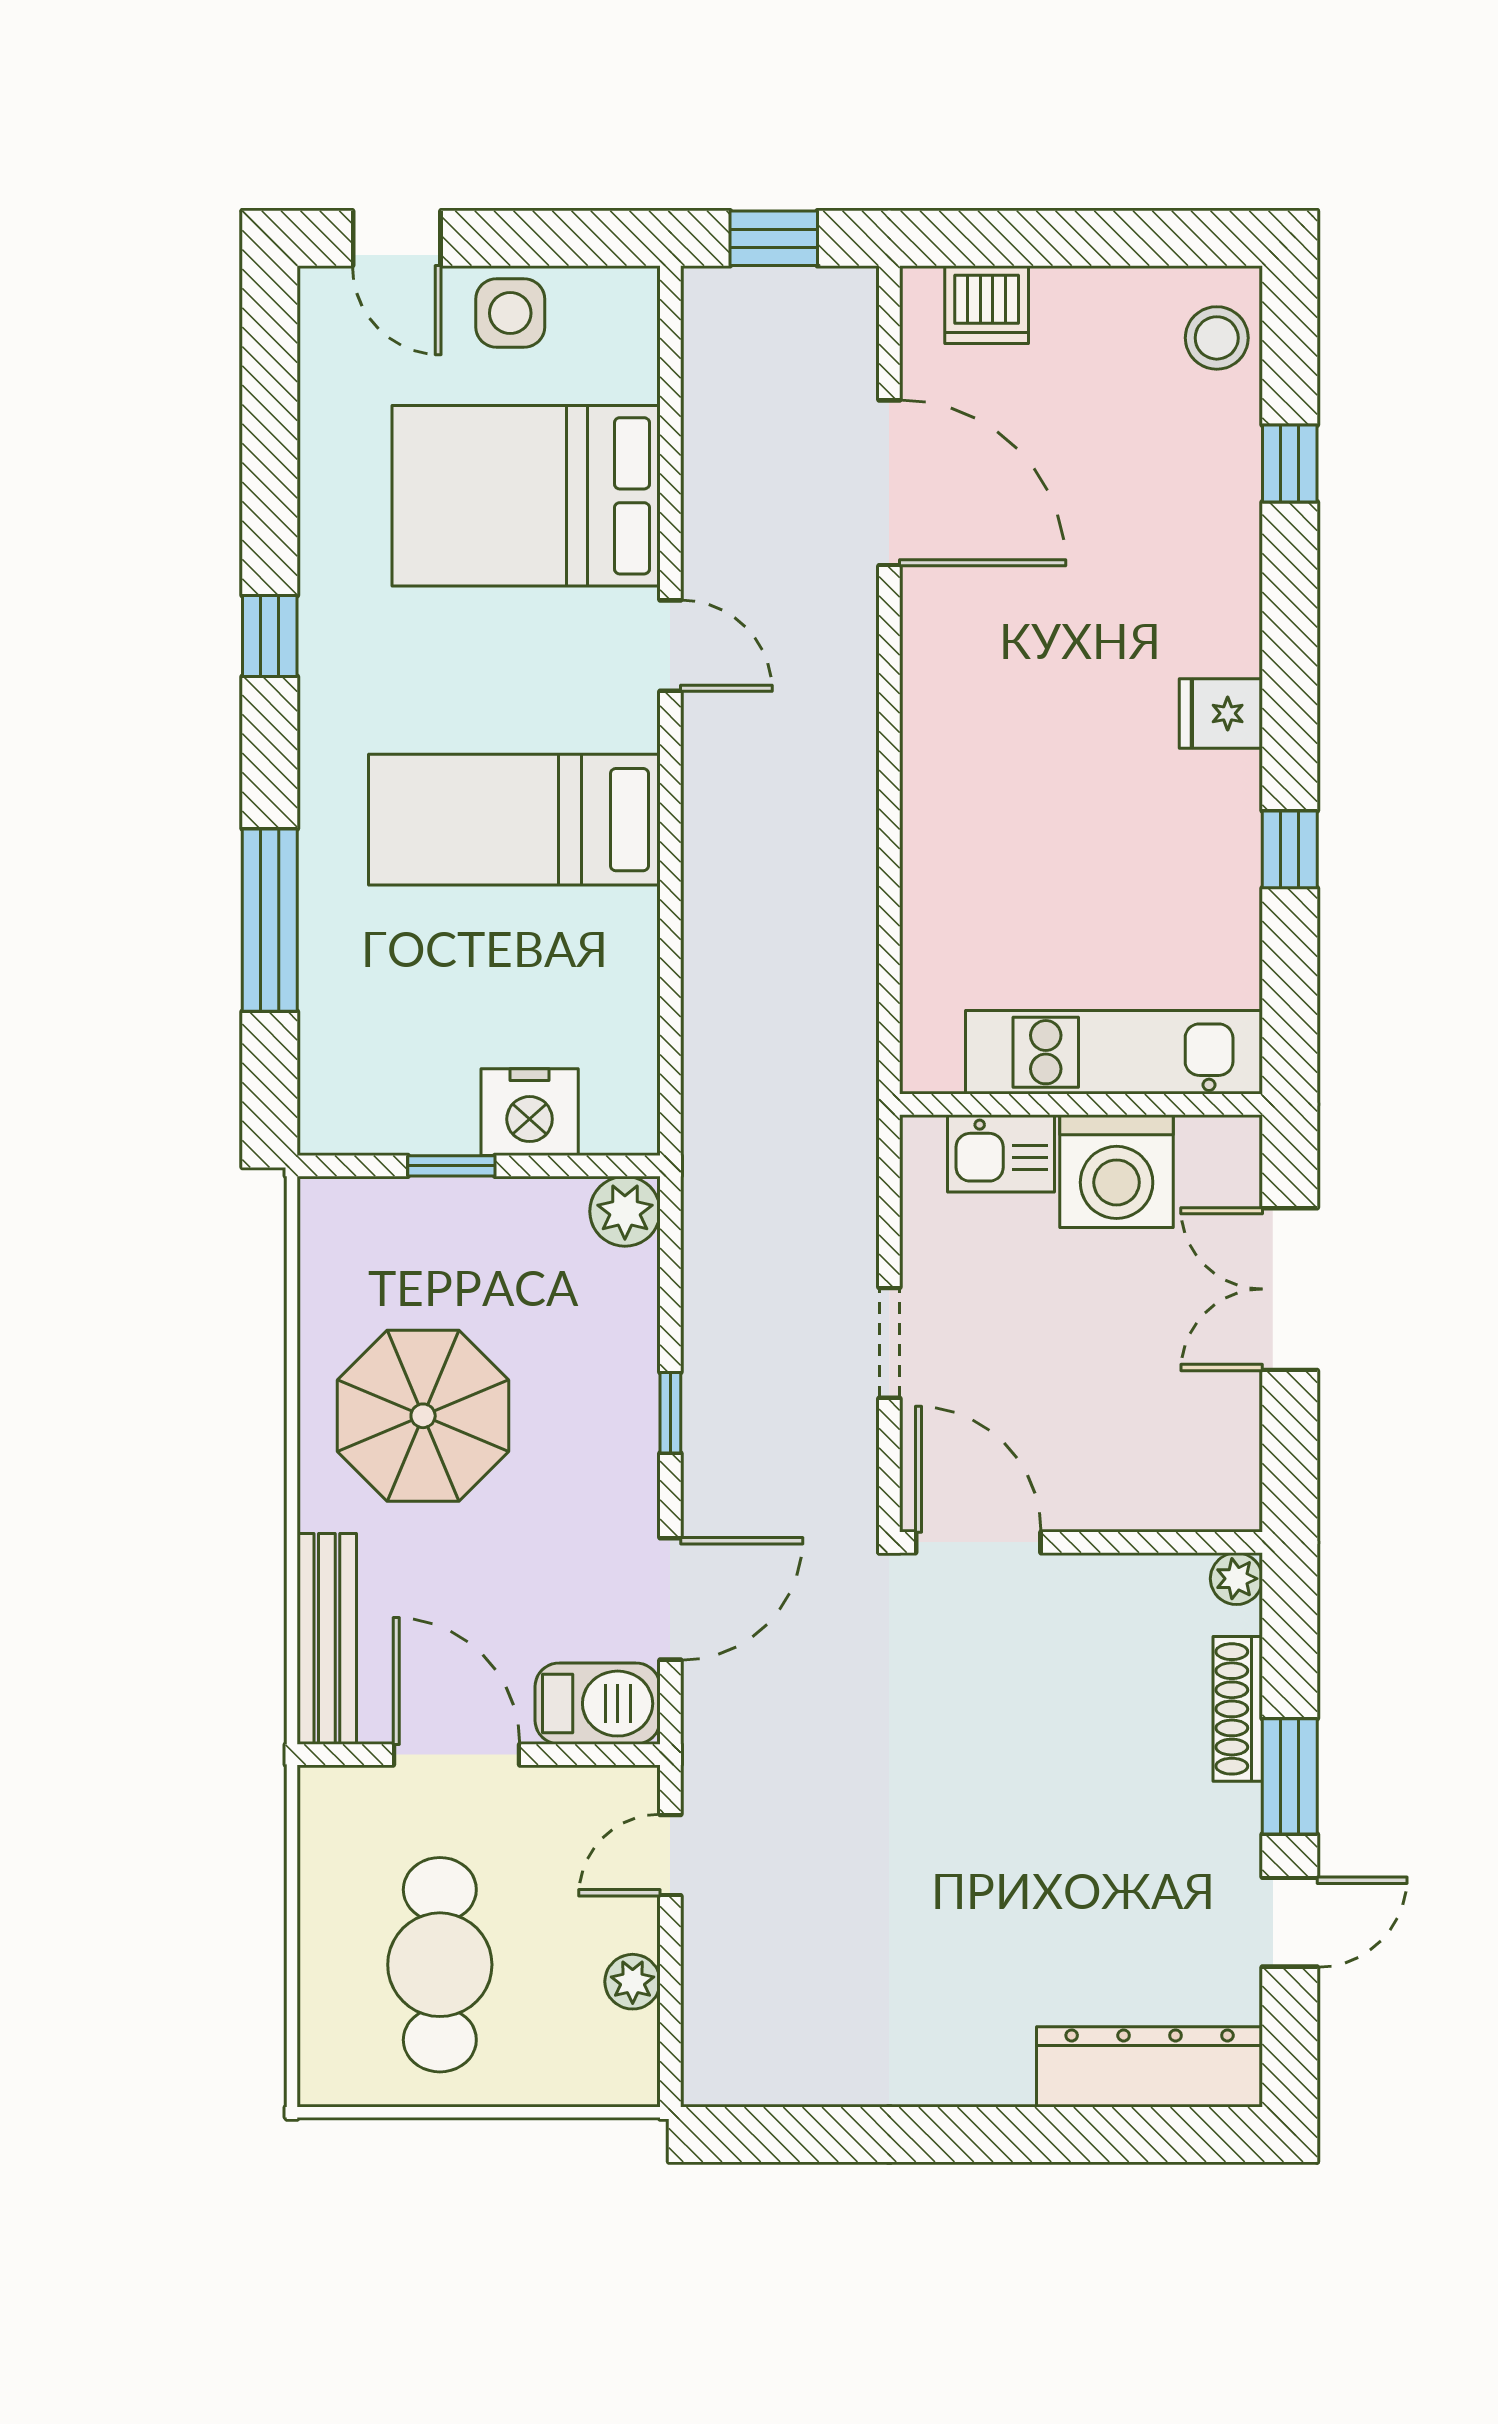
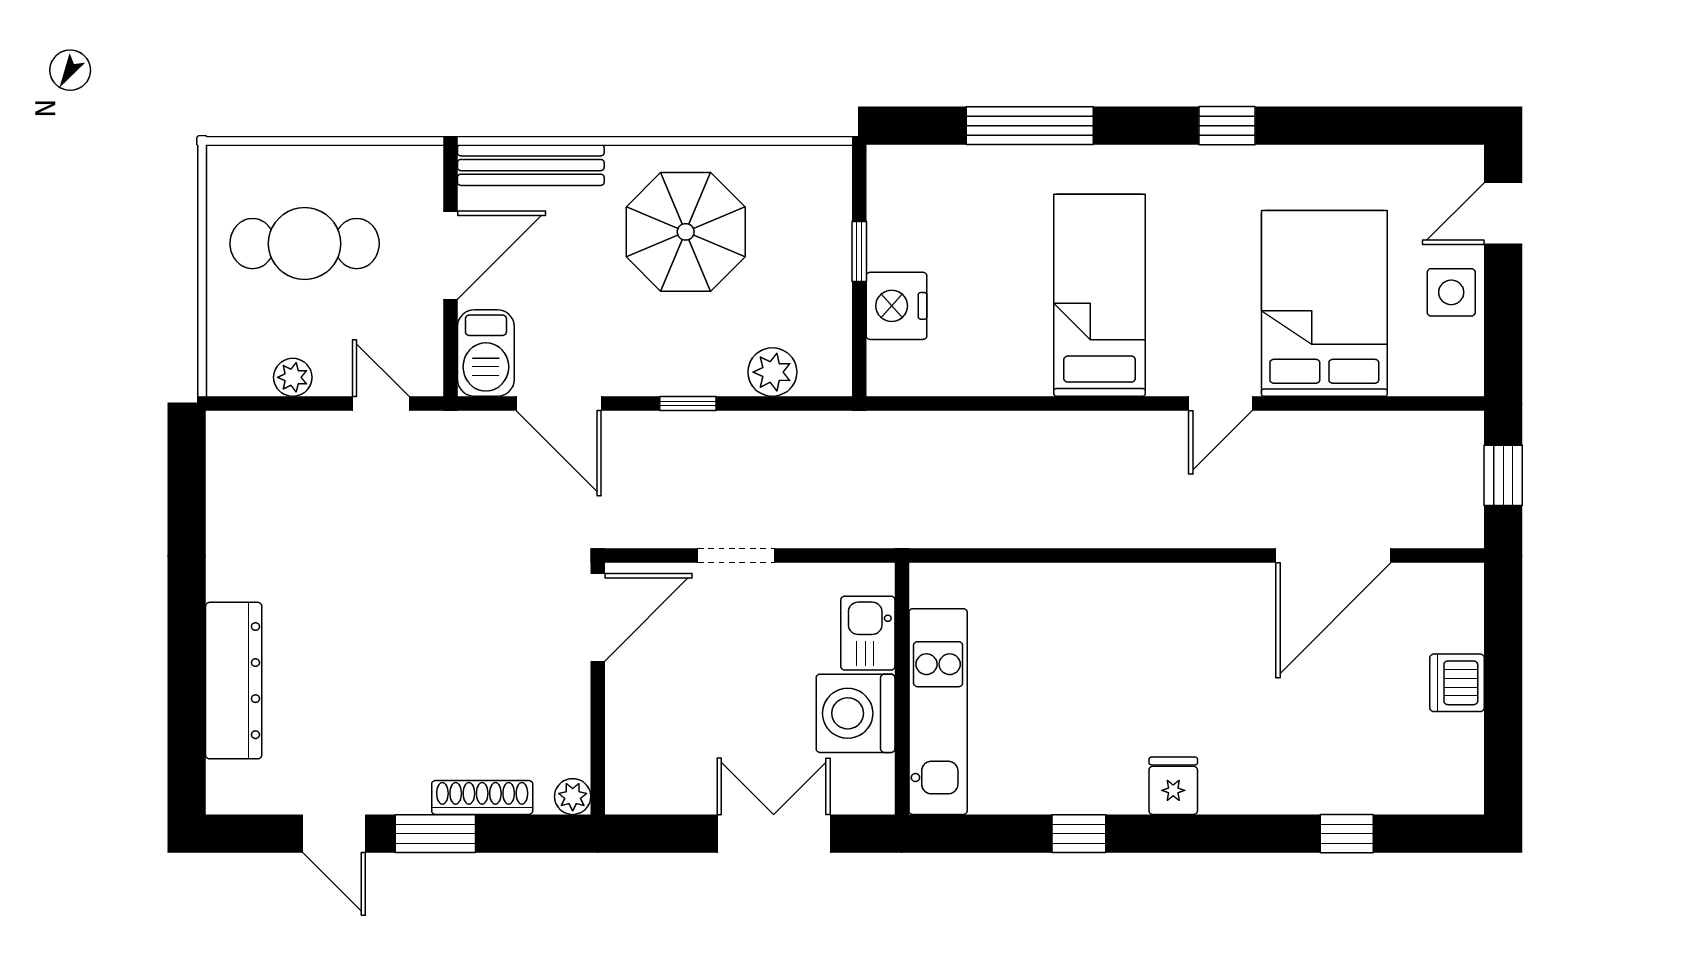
dishwasher: (987, 305) -> (1457, 683), moved
stool: (1217, 338) -> (1434, 783), removed
plant: (625, 1211) -> (772, 372), moved
dresser: (1150, 2067) -> (234, 681), moved

